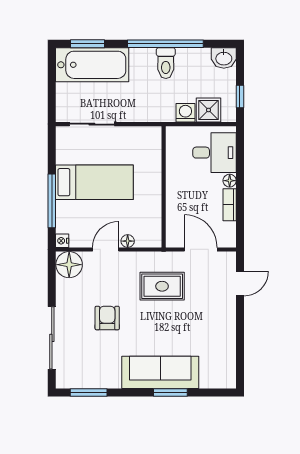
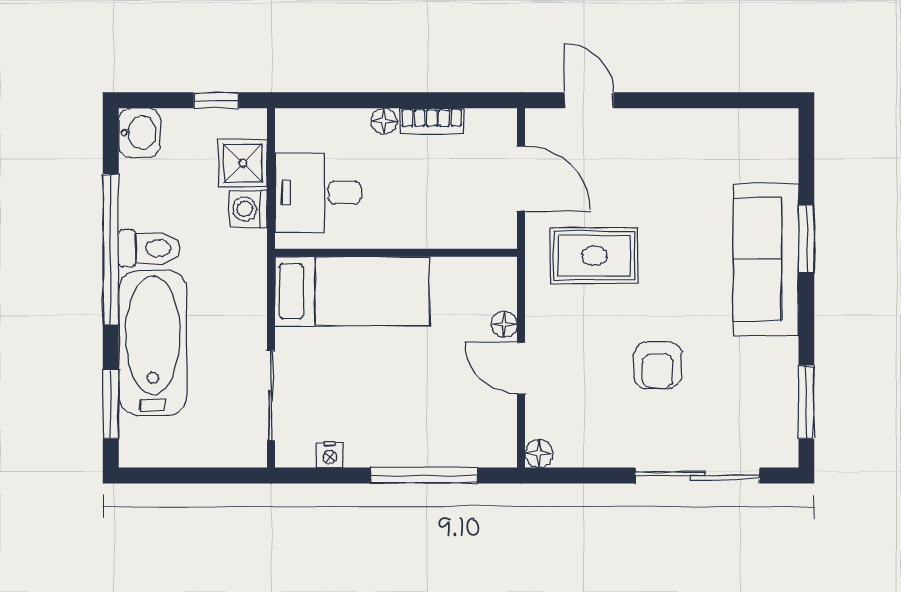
bathtub: (92, 65) -> (153, 343), moved
desk: (214, 153) -> (318, 193), moved, turned -90
bed: (94, 182) -> (352, 291), moved, turned 90
nightstand: (62, 241) -> (330, 455), moved
door: (201, 249) -> (521, 179), swing flipped
floor lamp: (69, 265) -> (539, 453), width x0.53, depth x0.53
rug: (162, 286) -> (594, 256), turned 90
armchair: (107, 318) -> (658, 365), turned -90

